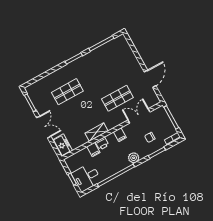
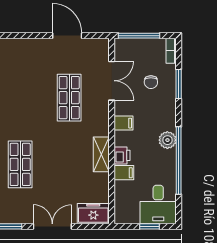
double door: (139, 116) -> (112, 81), swing flipped
plant: (134, 158) -> (167, 140), moved

